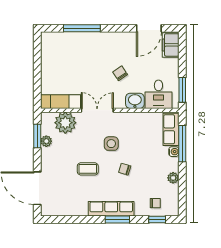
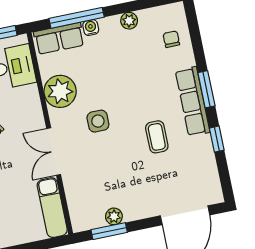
washbasin: (135, 101) -> (29, 99), removed
plant: (65, 123) -> (60, 91), moved
coffee table: (88, 169) -> (157, 137), moved
chair: (125, 169) -> (131, 94), removed
window: (157, 219) -> (217, 139), moved

